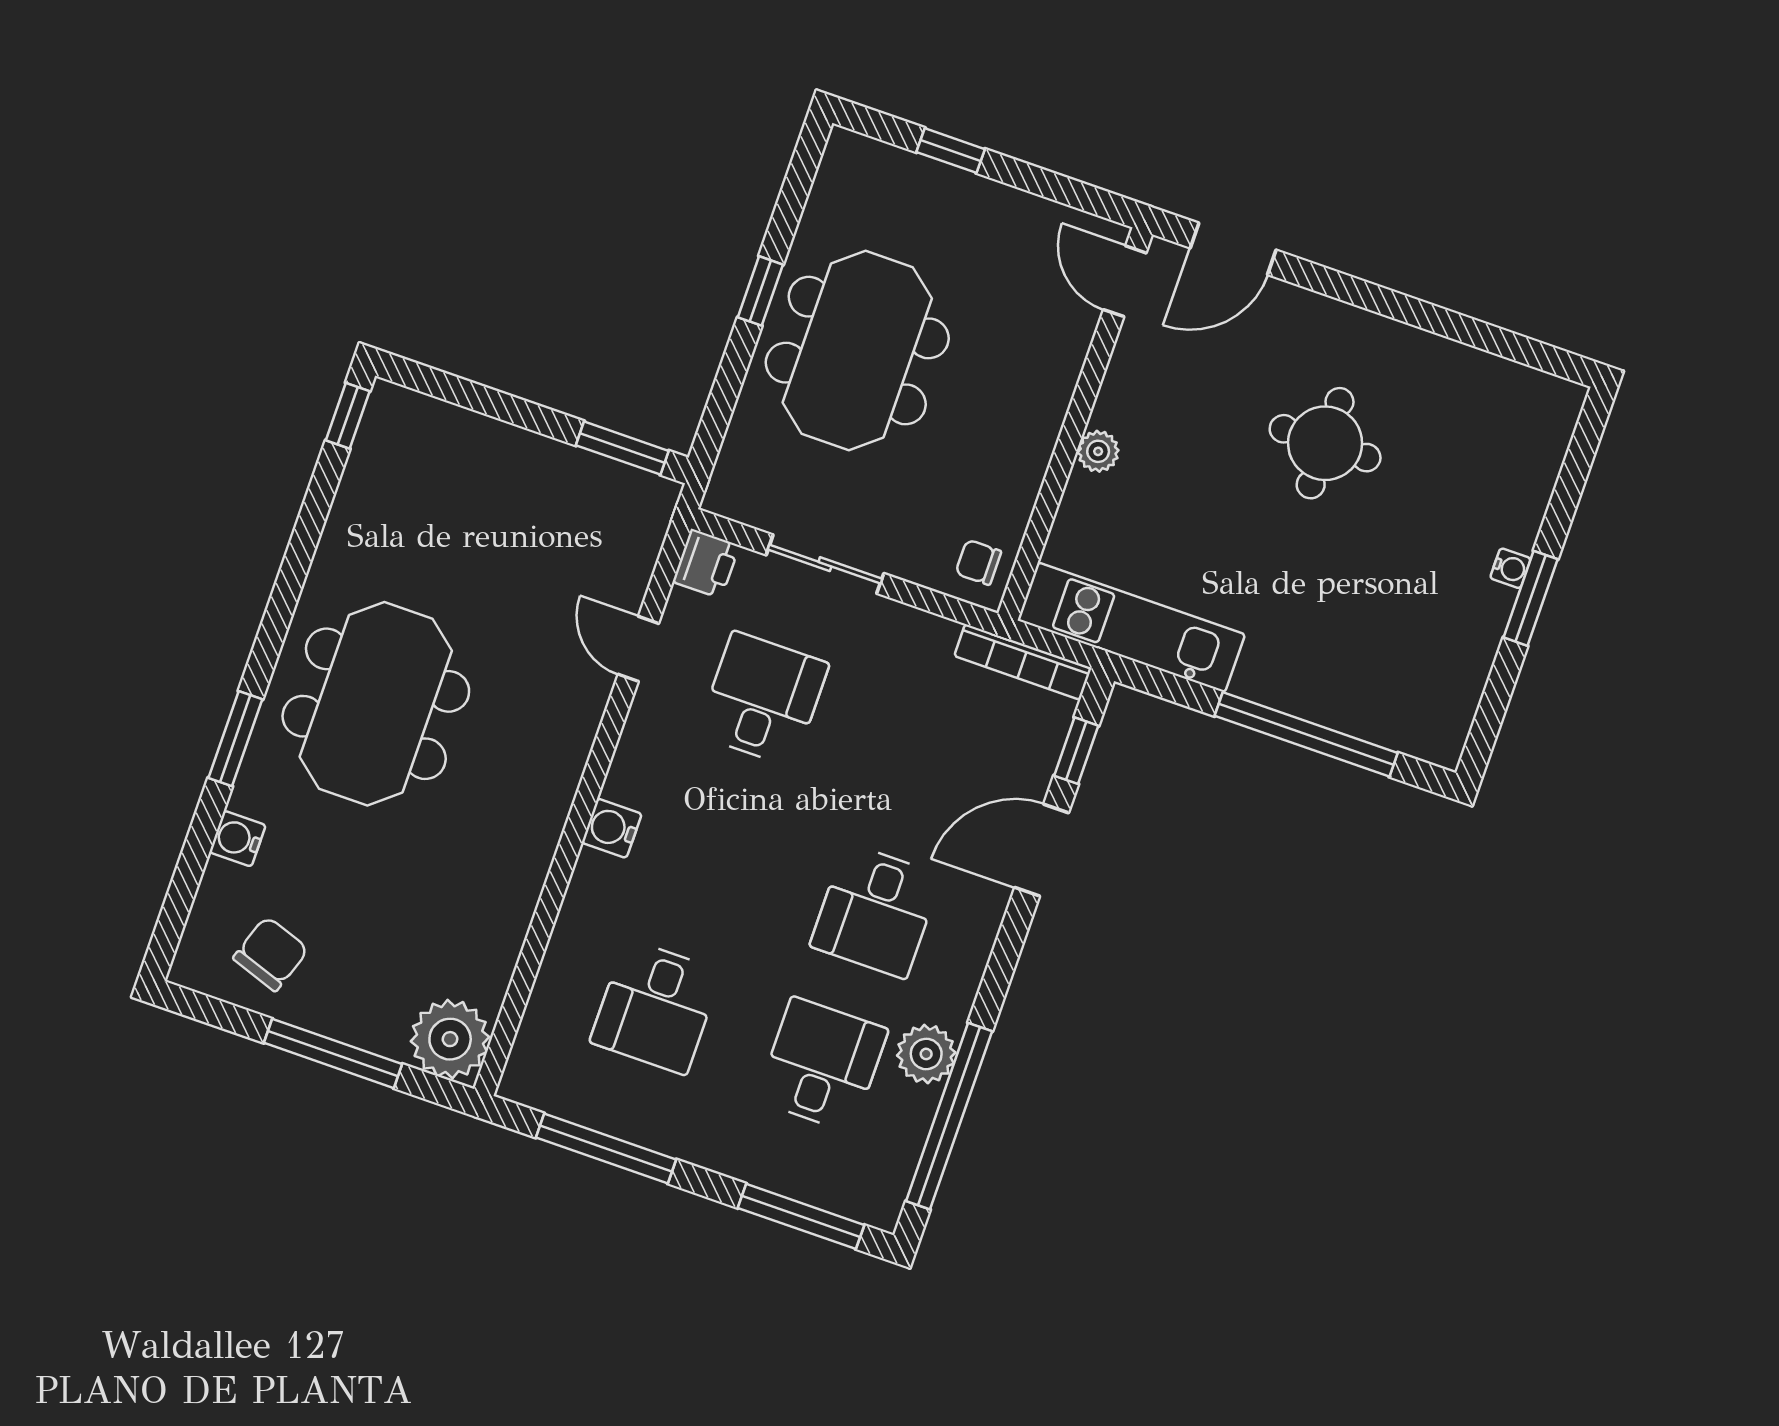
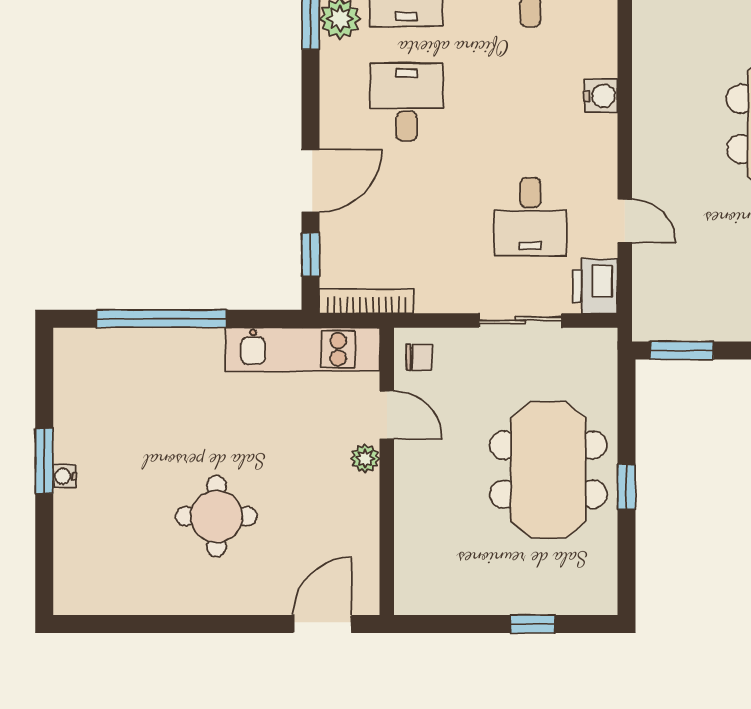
door: (1125, 281) -> (387, 415), moved
printer: (706, 564) -> (595, 286), width x1.36, depth x1.24

